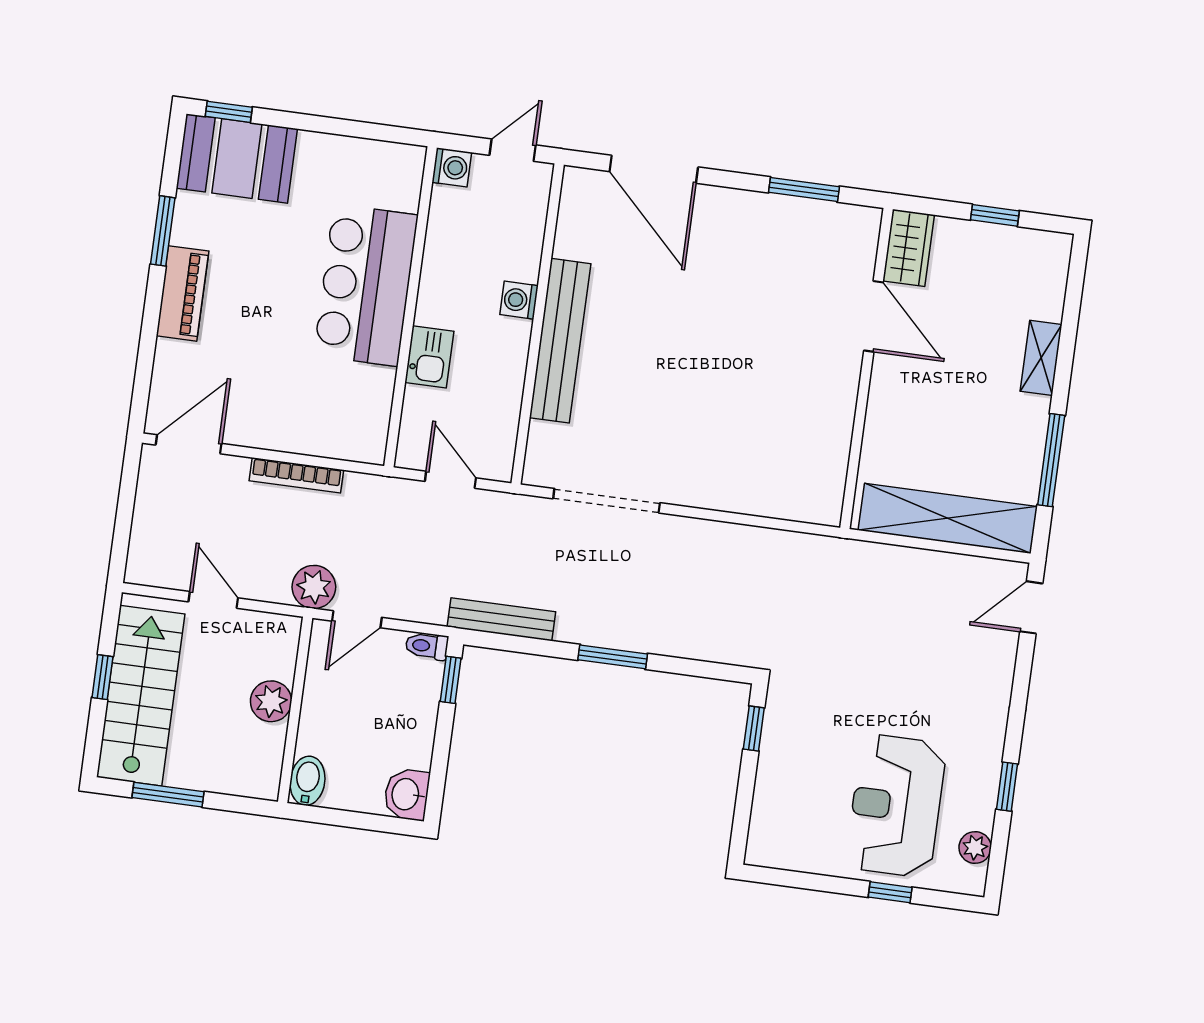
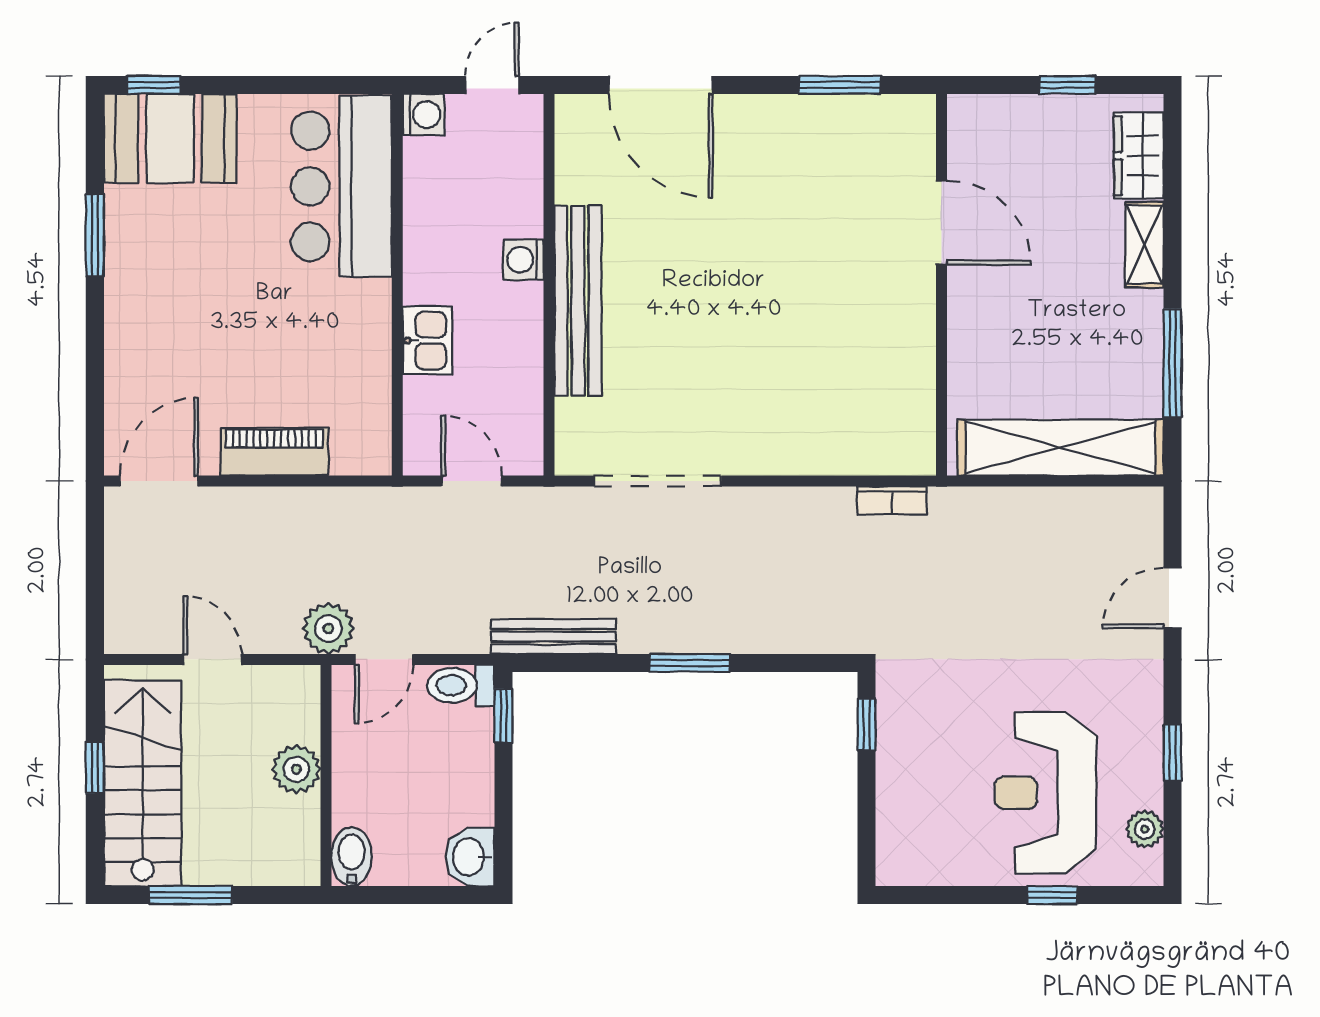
wardrobe: (909, 248) -> (1139, 156), moved, turned 180
bar counter: (366, 285) -> (342, 186), moved
piano: (183, 293) -> (274, 452), moved, turned -90
bookcase: (296, 475) -> (892, 500), moved, width x0.64
door: (1031, 607) -> (1173, 598), moved
toilet: (427, 646) -> (461, 685), width x1.37, depth x1.39

